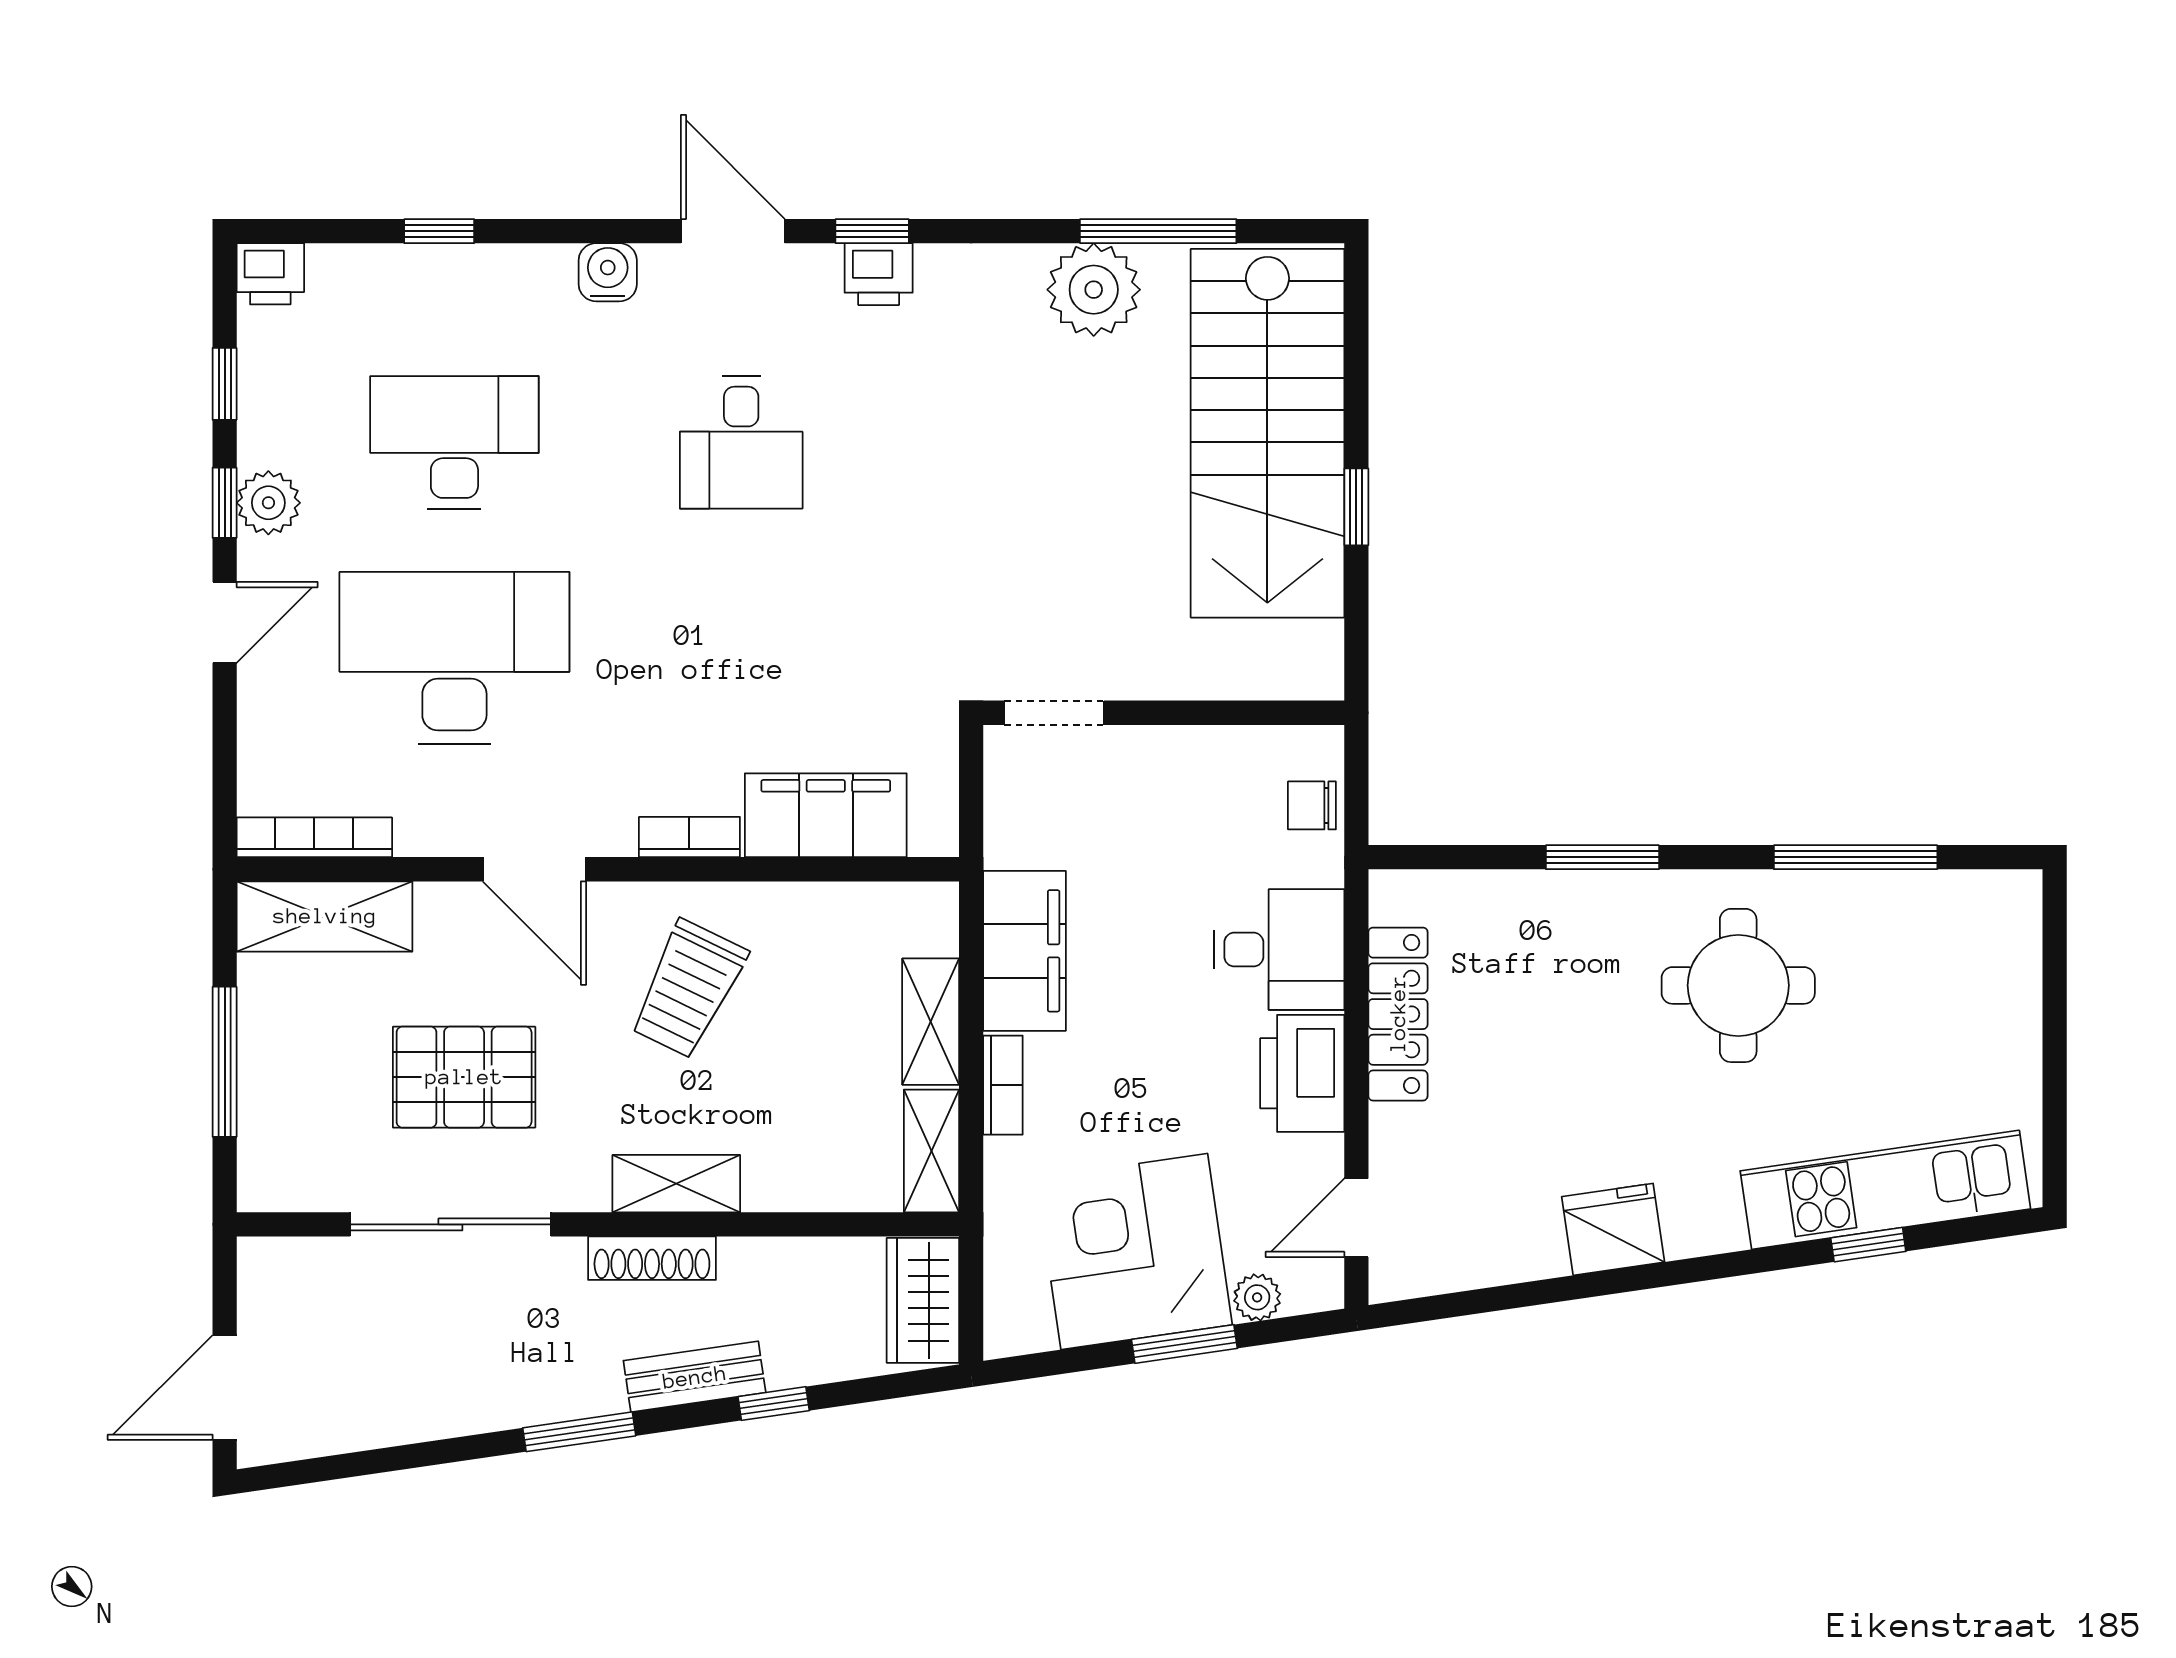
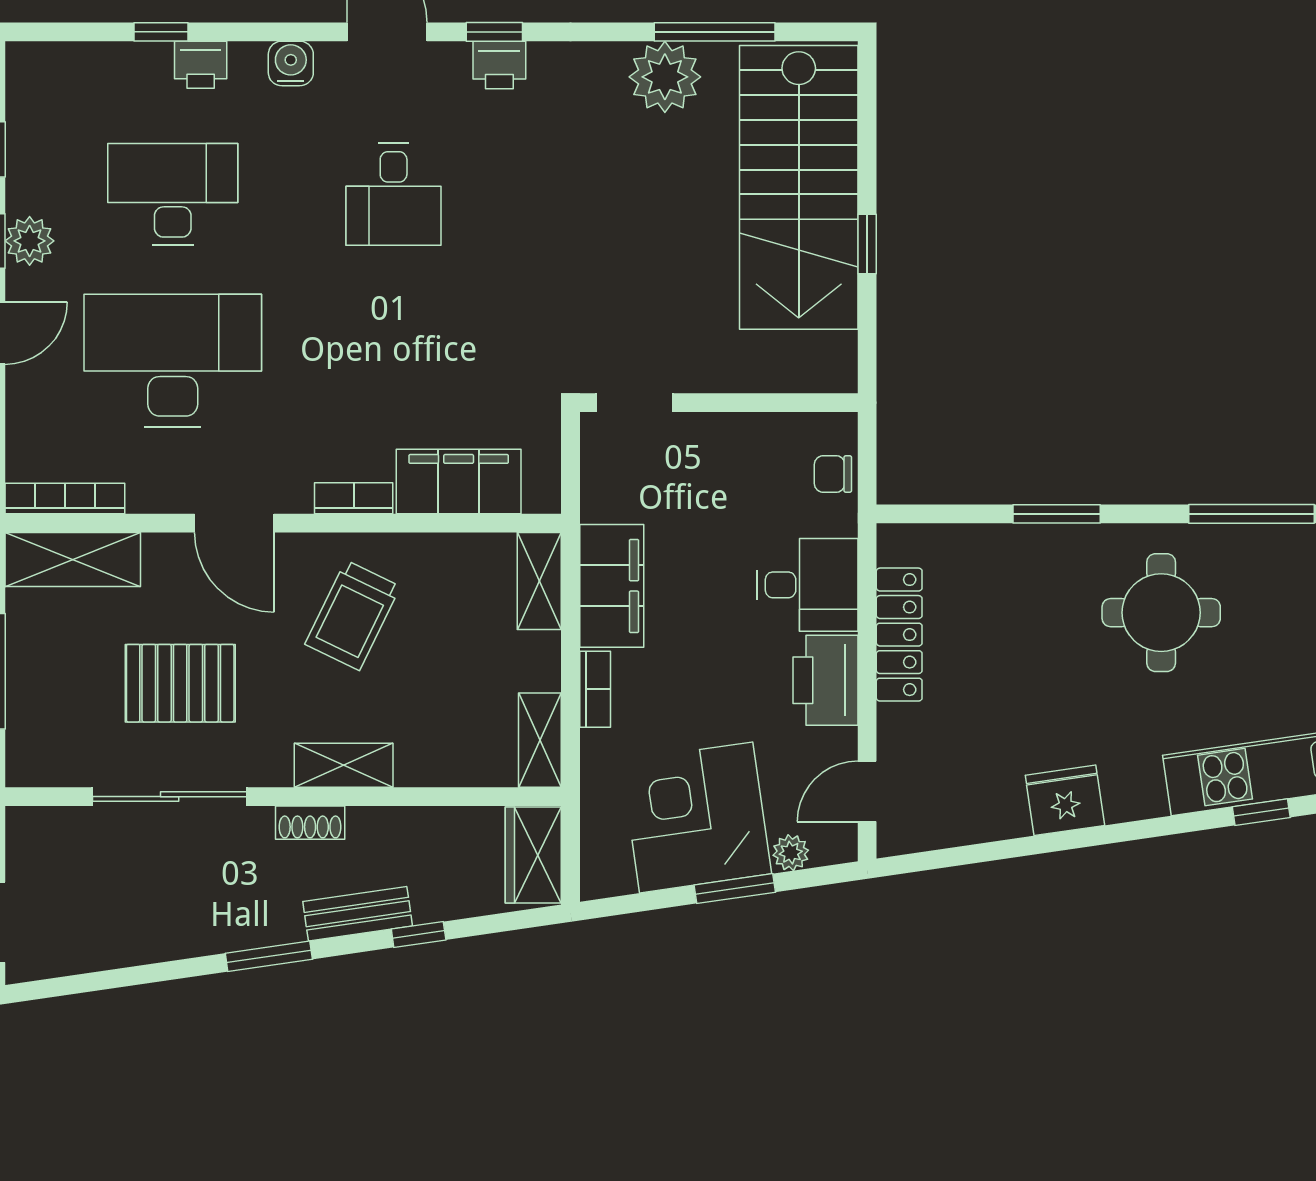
printer: (270, 274) -> (201, 65), moved
shelving: (931, 1022) -> (539, 581), moved
shoe rack: (652, 1258) -> (310, 823), width x0.70

